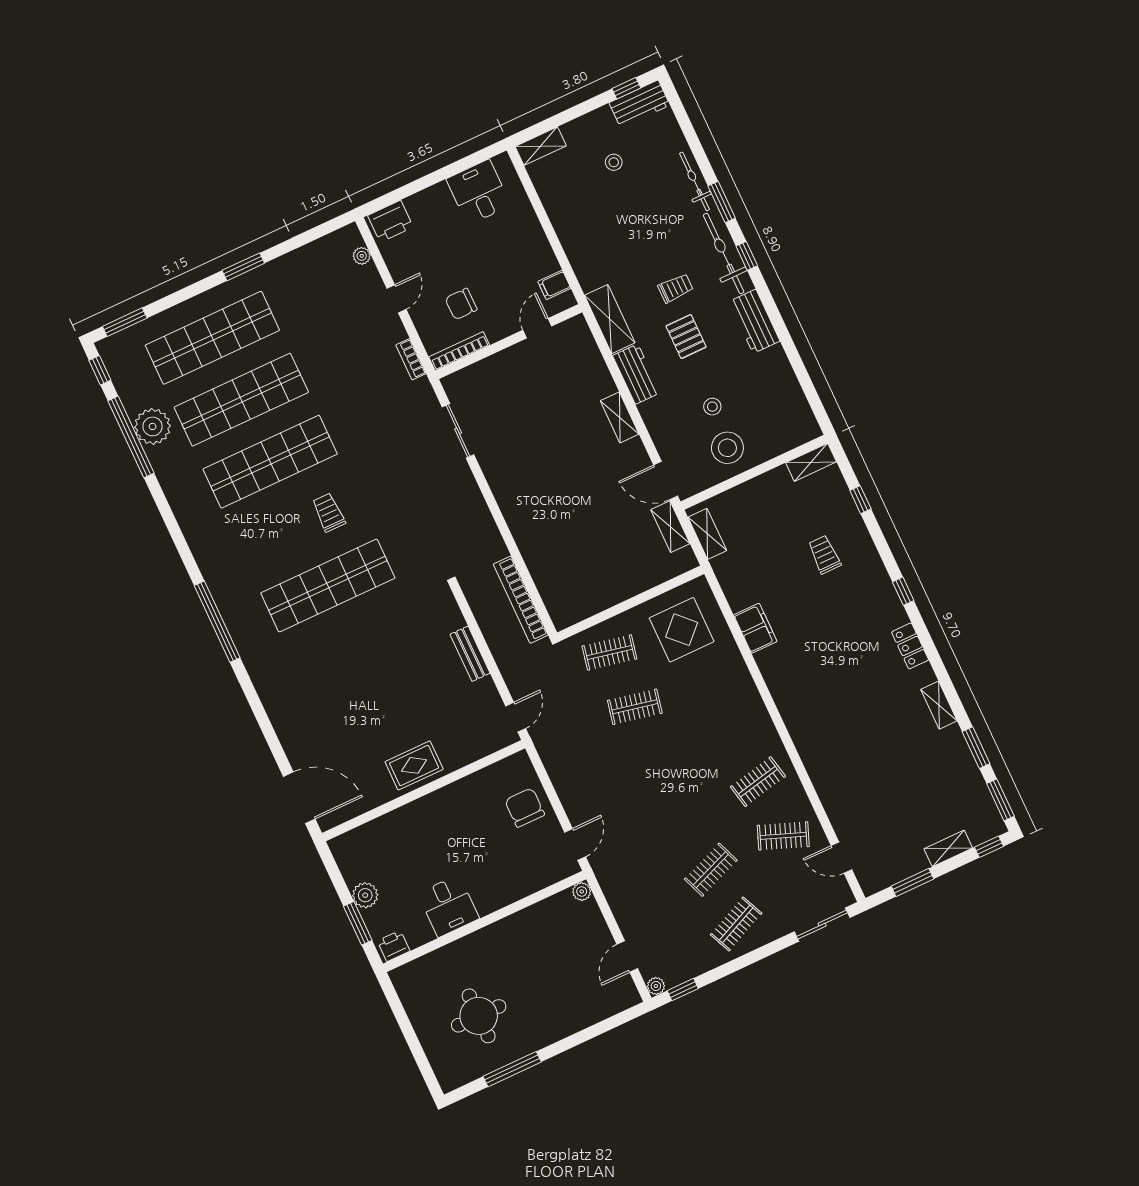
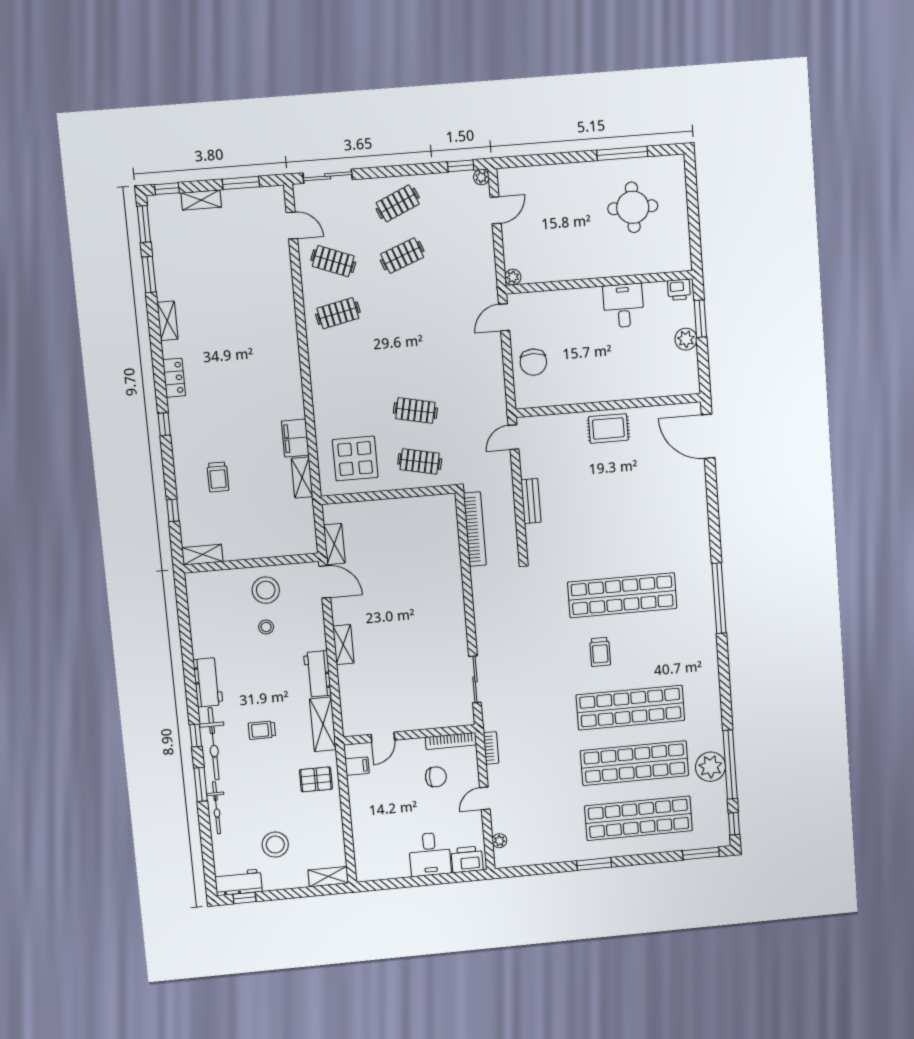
stool: (614, 162) -> (275, 845), width x1.89, depth x1.89
desk: (478, 192) -> (430, 854), moved
pallet: (686, 337) -> (316, 779), moved, turned 90
shelving: (707, 534) -> (302, 478), moved

